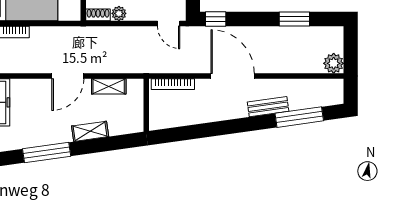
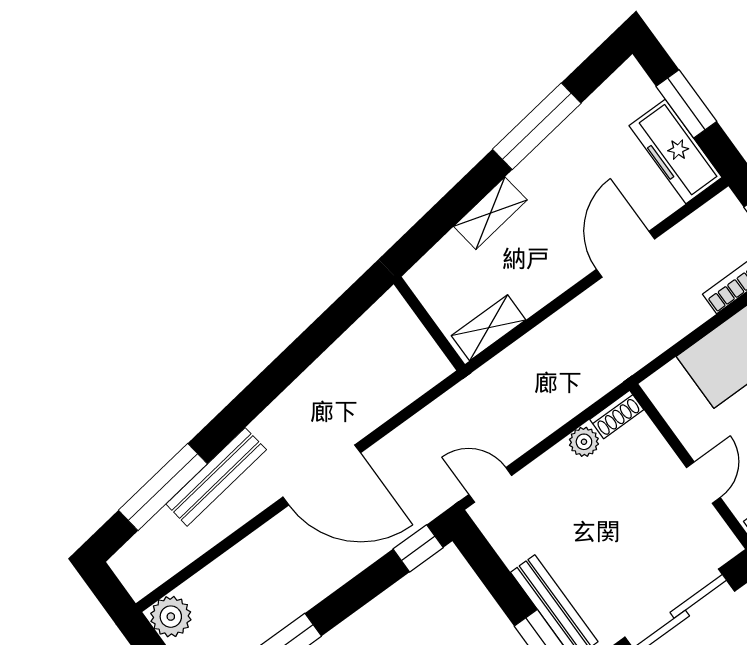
door: (68, 76) -> (626, 254), moved
bookcase: (173, 84) -> (410, 390), removed
shelving: (109, 86) -> (489, 328), moved
bench: (268, 107) -> (216, 477), width x1.36

